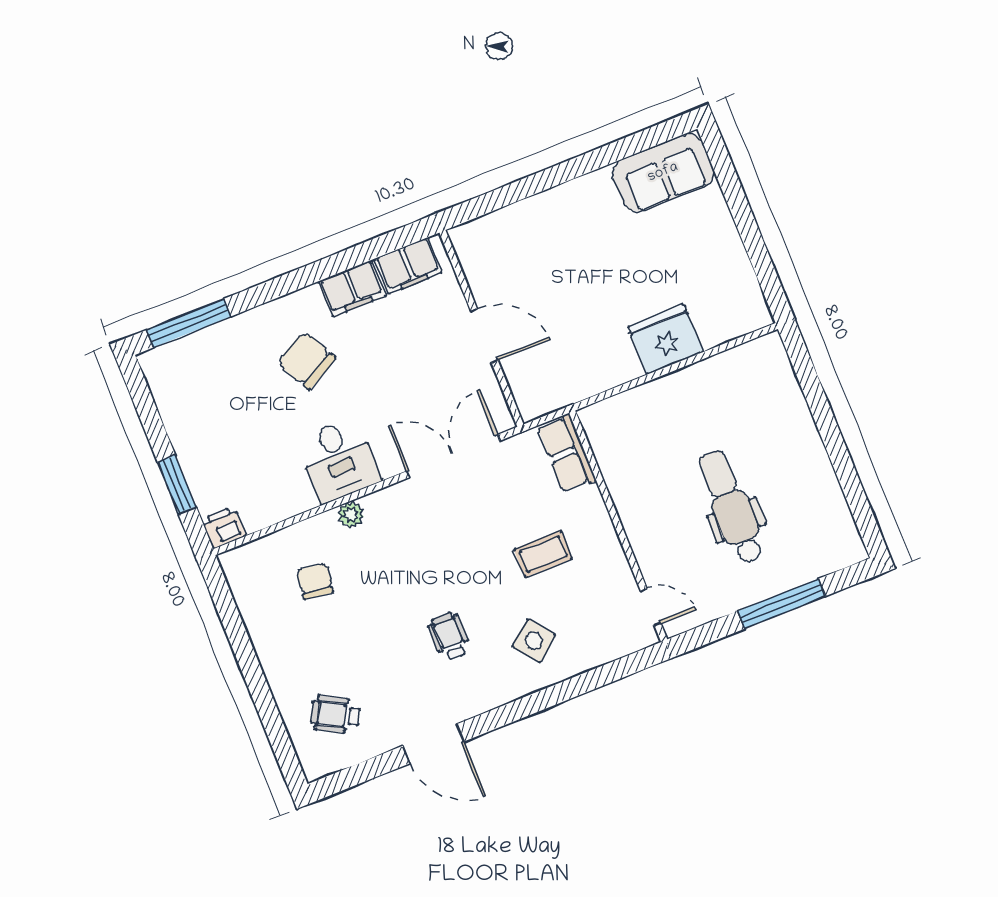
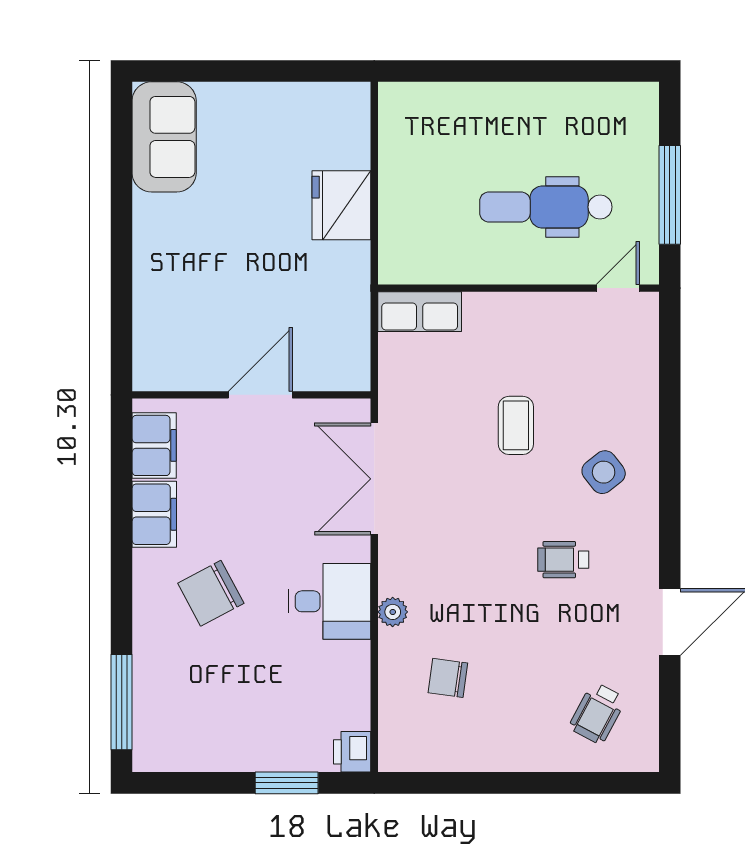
row of seats: (567, 453) -> (420, 312), moved
wall: (618, 526) -> (518, 288), moved
door: (651, 607) -> (618, 288), moved

